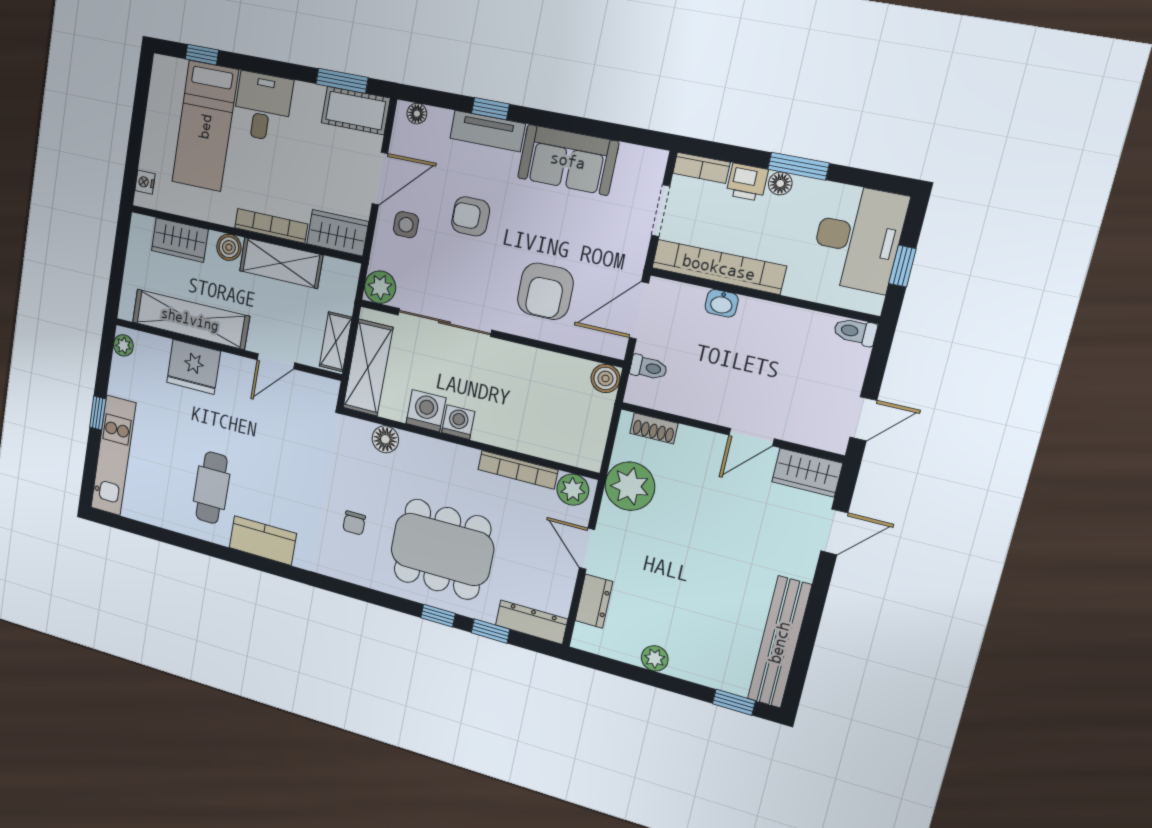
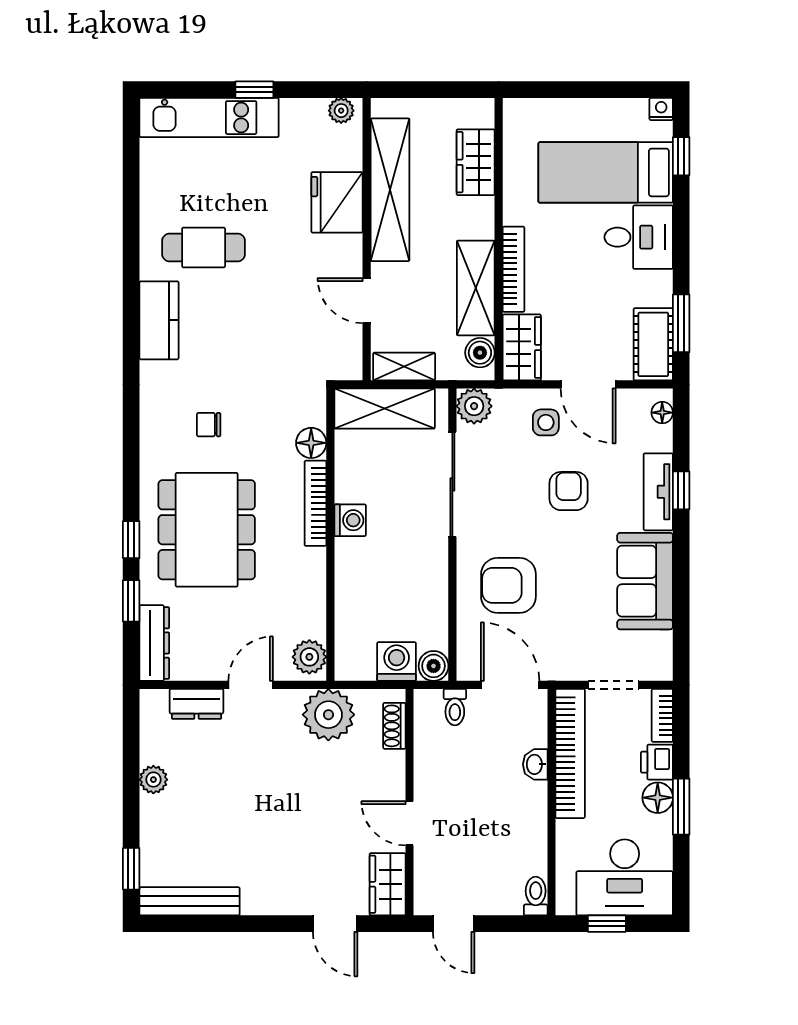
nightstand: (145, 182) -> (661, 109), moved
floor lamp: (780, 183) -> (658, 798), width x1.37, depth x1.37
boiler: (229, 247) -> (480, 353), moved
washing machine: (426, 411) -> (397, 662), moved, turned -90
bookcase: (518, 470) -> (315, 503), moved
bench: (779, 642) -> (190, 901), width x0.73, depth x0.82

